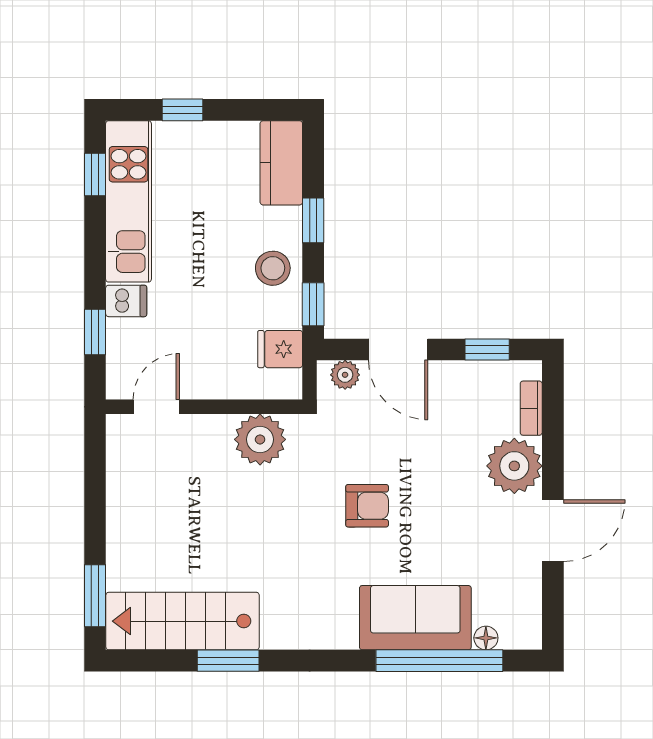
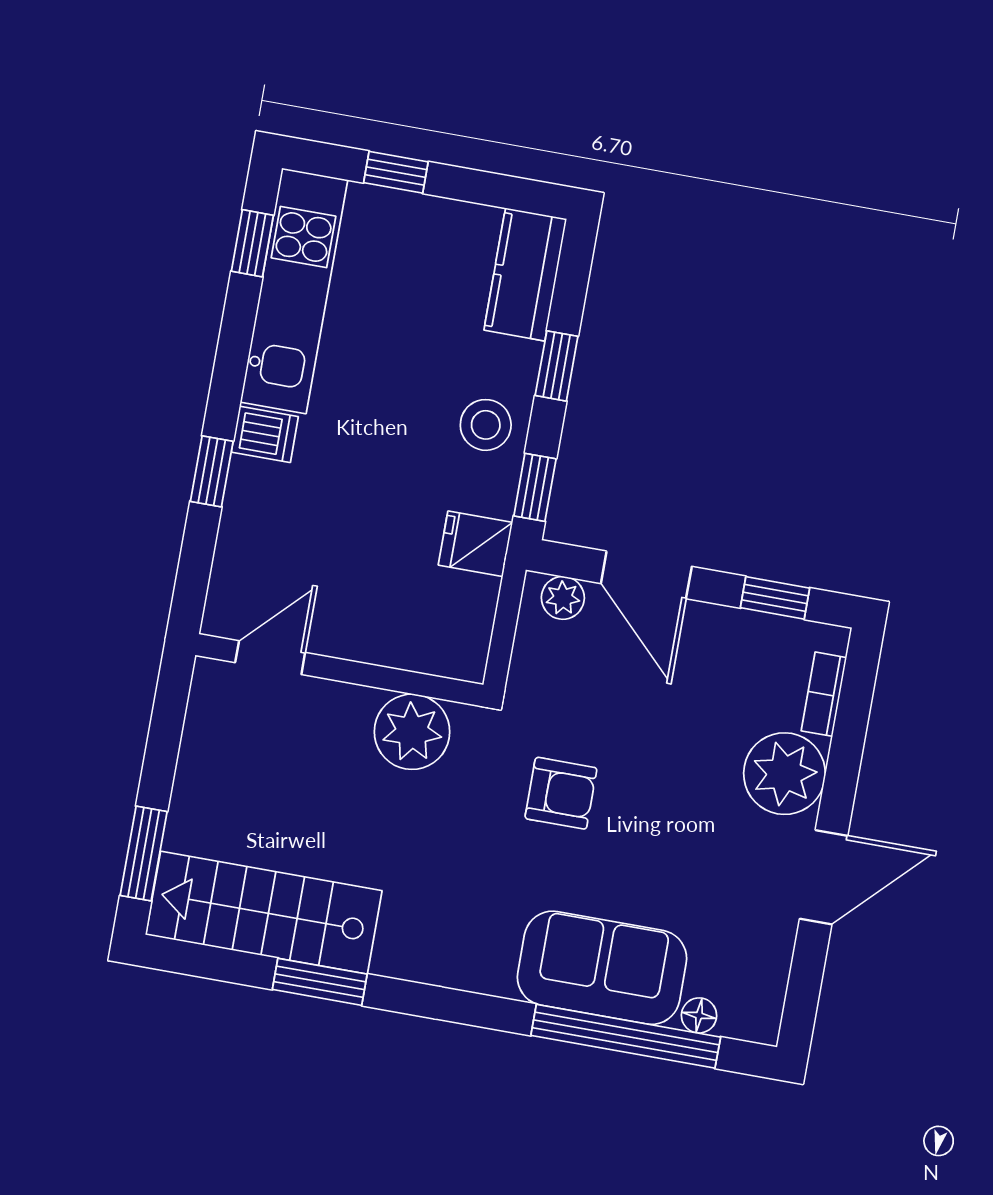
door: (156, 407) -> (270, 658), moved
wall: (204, 407) -> (339, 670), moved
plant: (260, 439) -> (412, 732), moved

